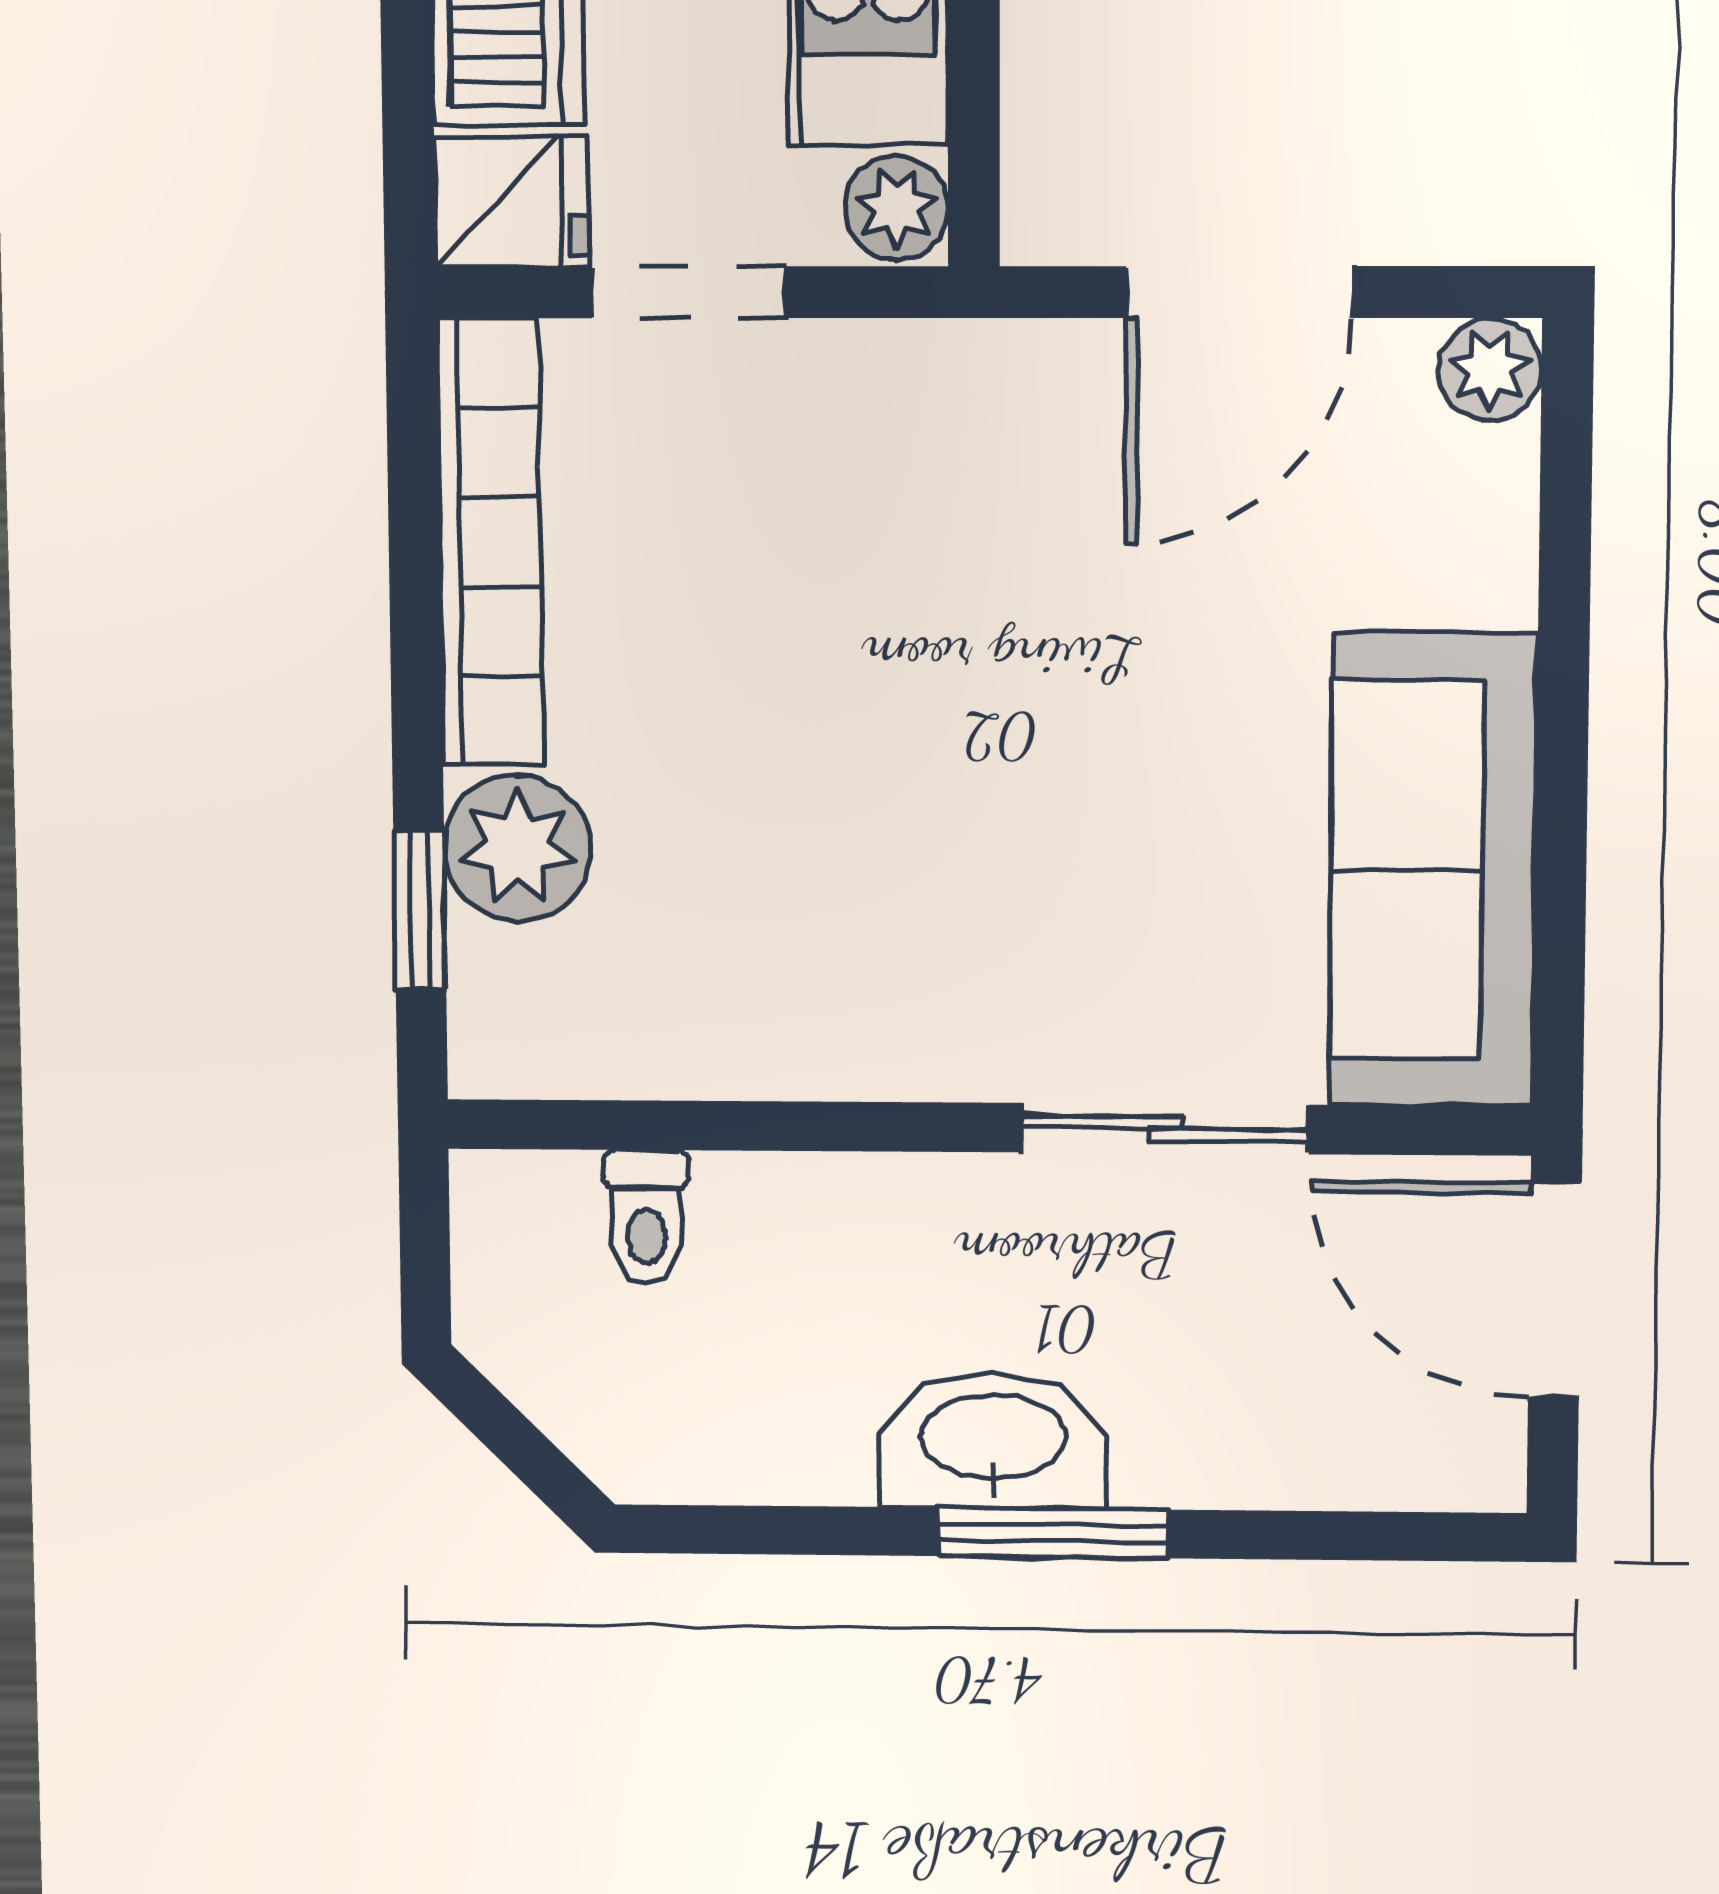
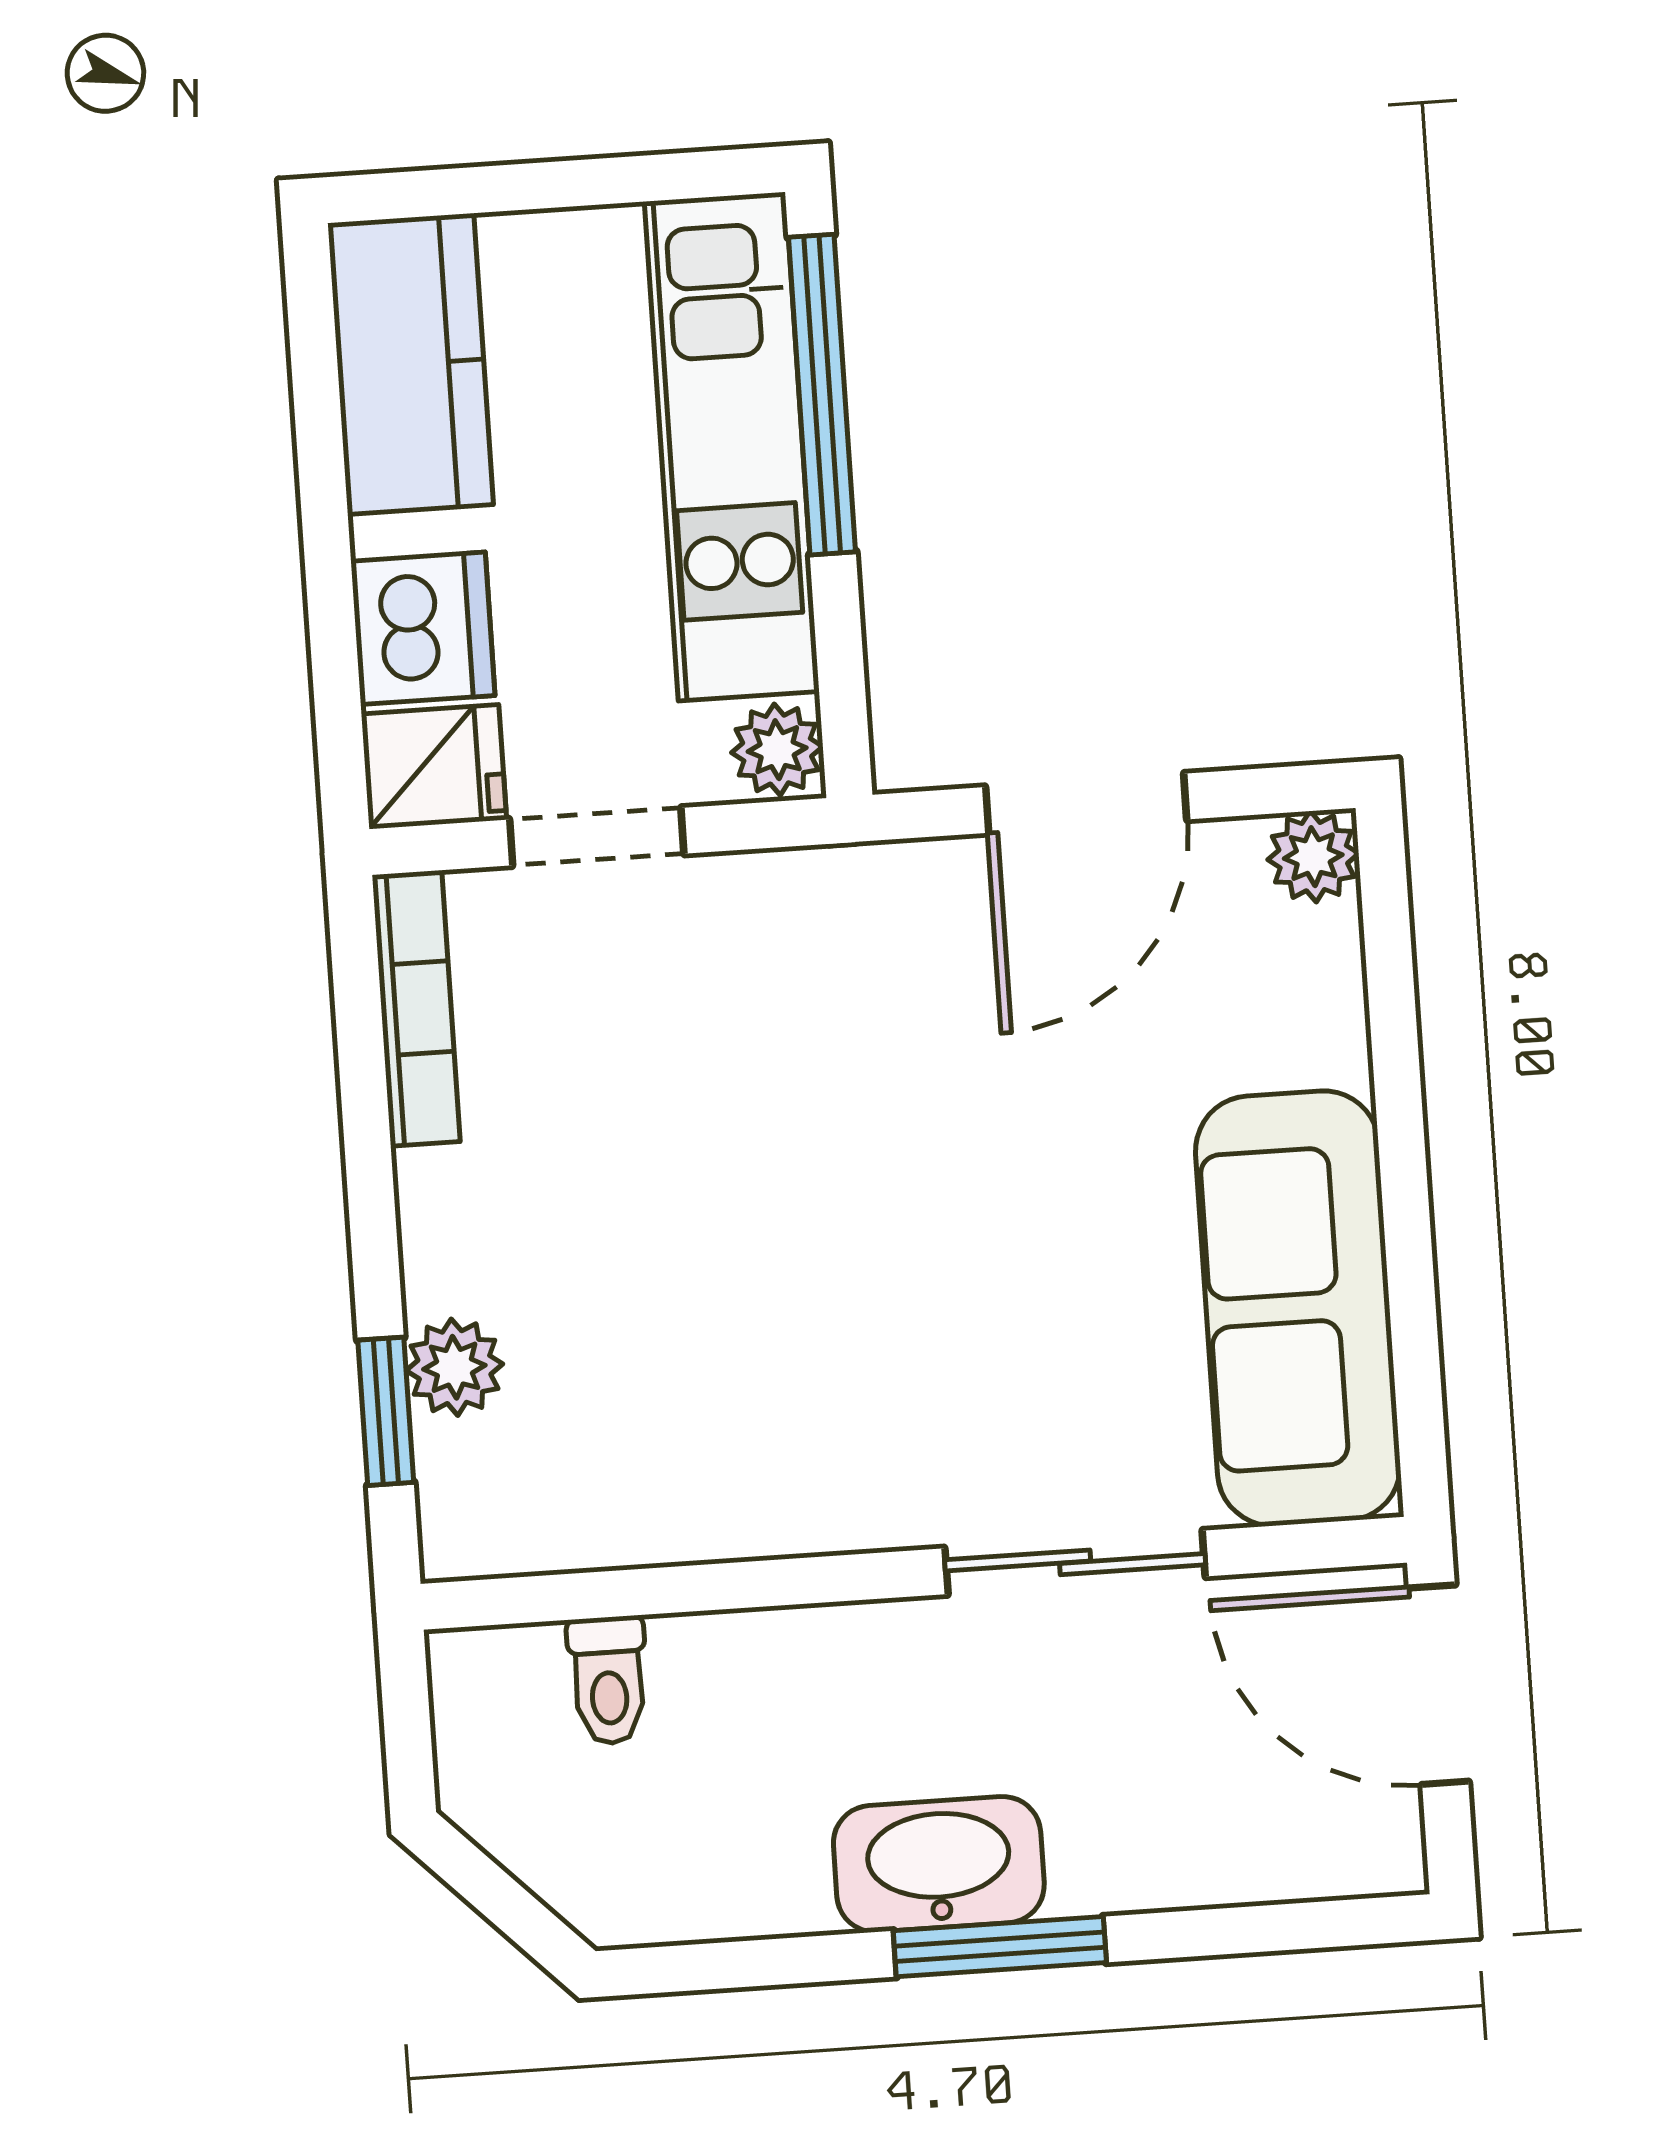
bookcase: (490, 543) -> (416, 1008), width x0.68, depth x0.76
plant: (517, 848) -> (454, 1367), width x0.73, depth x0.73

